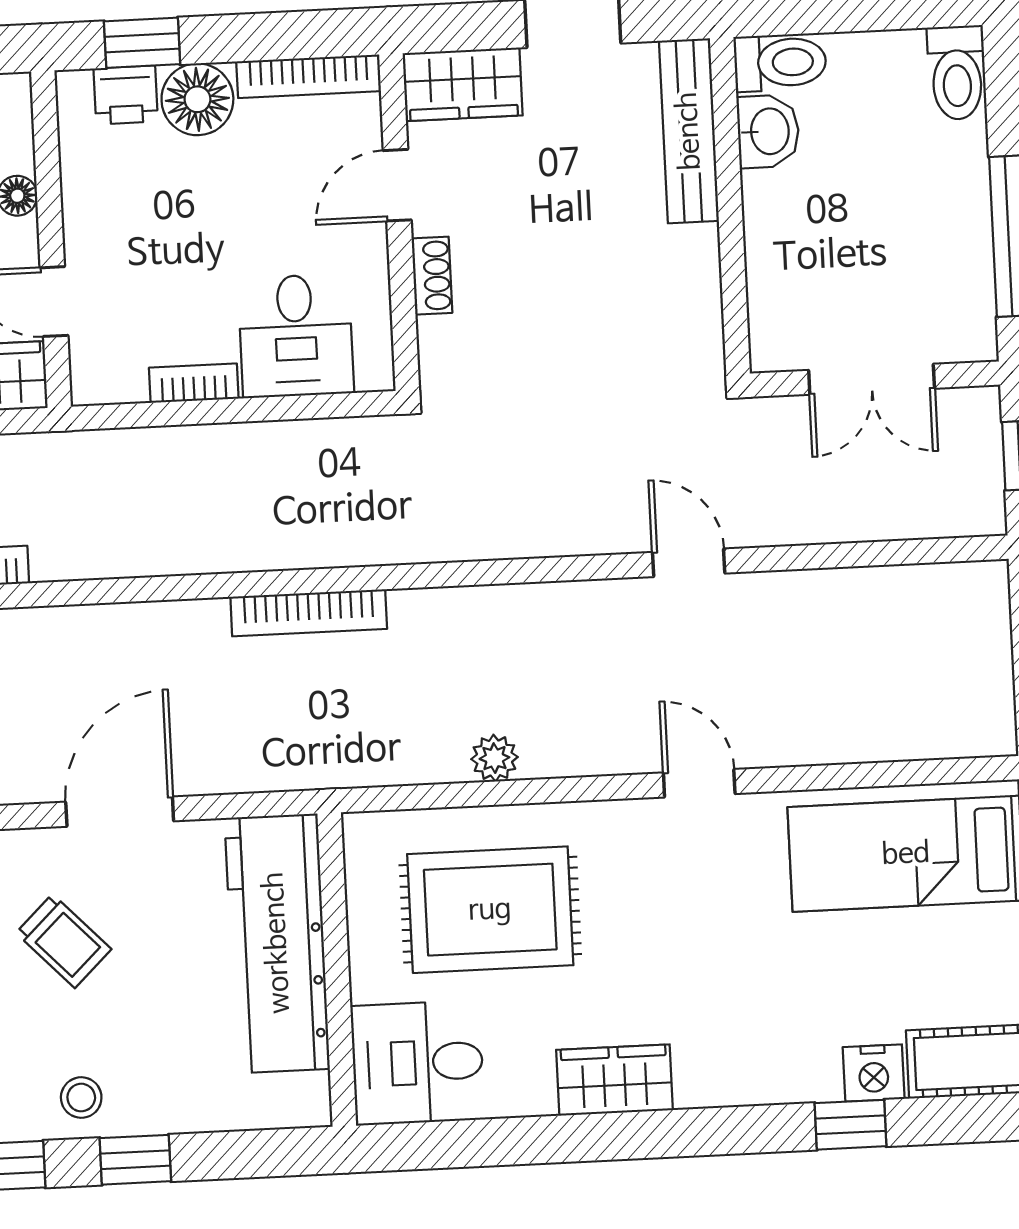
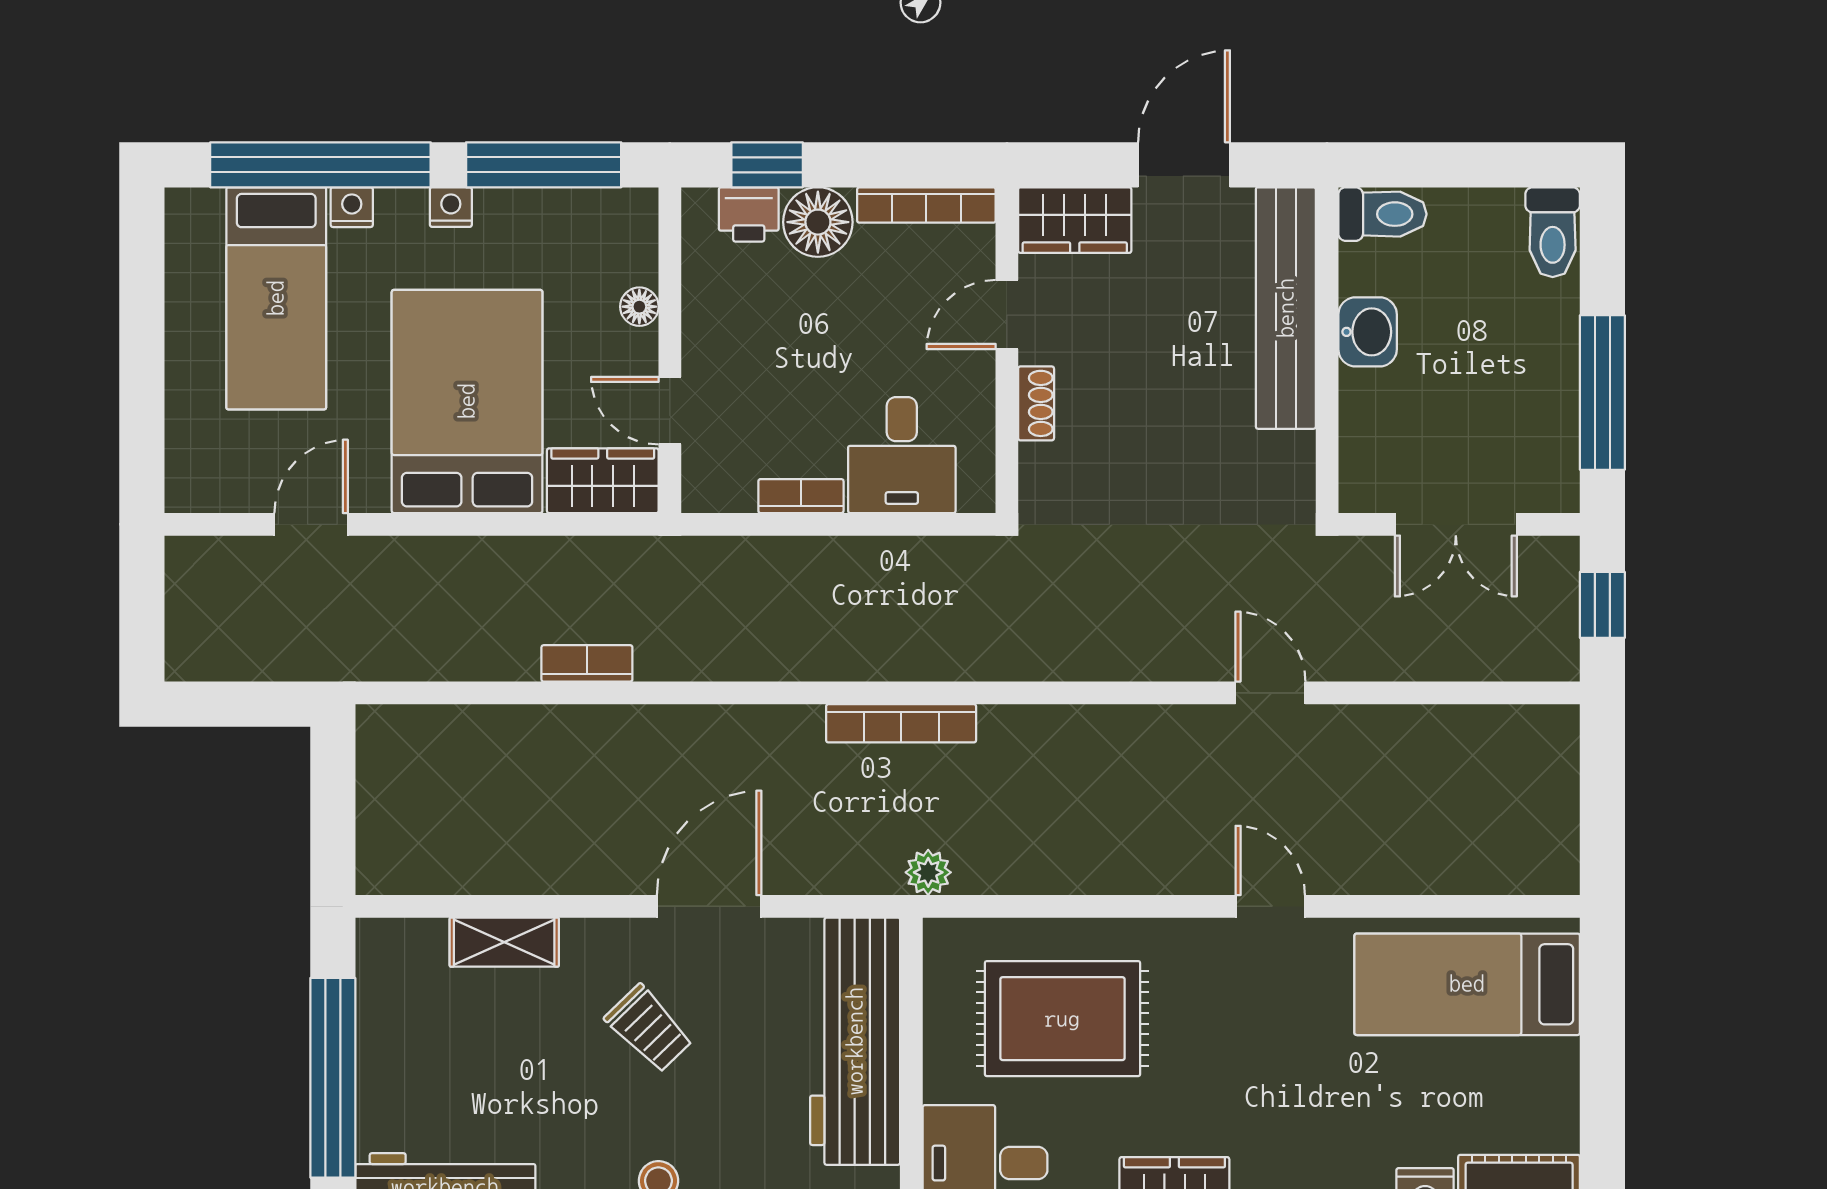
bench: (689, 131) -> (1286, 308), width x1.37, depth x1.21
washbasin: (768, 131) -> (1368, 332), moved
plant: (494, 758) -> (928, 872), moved

